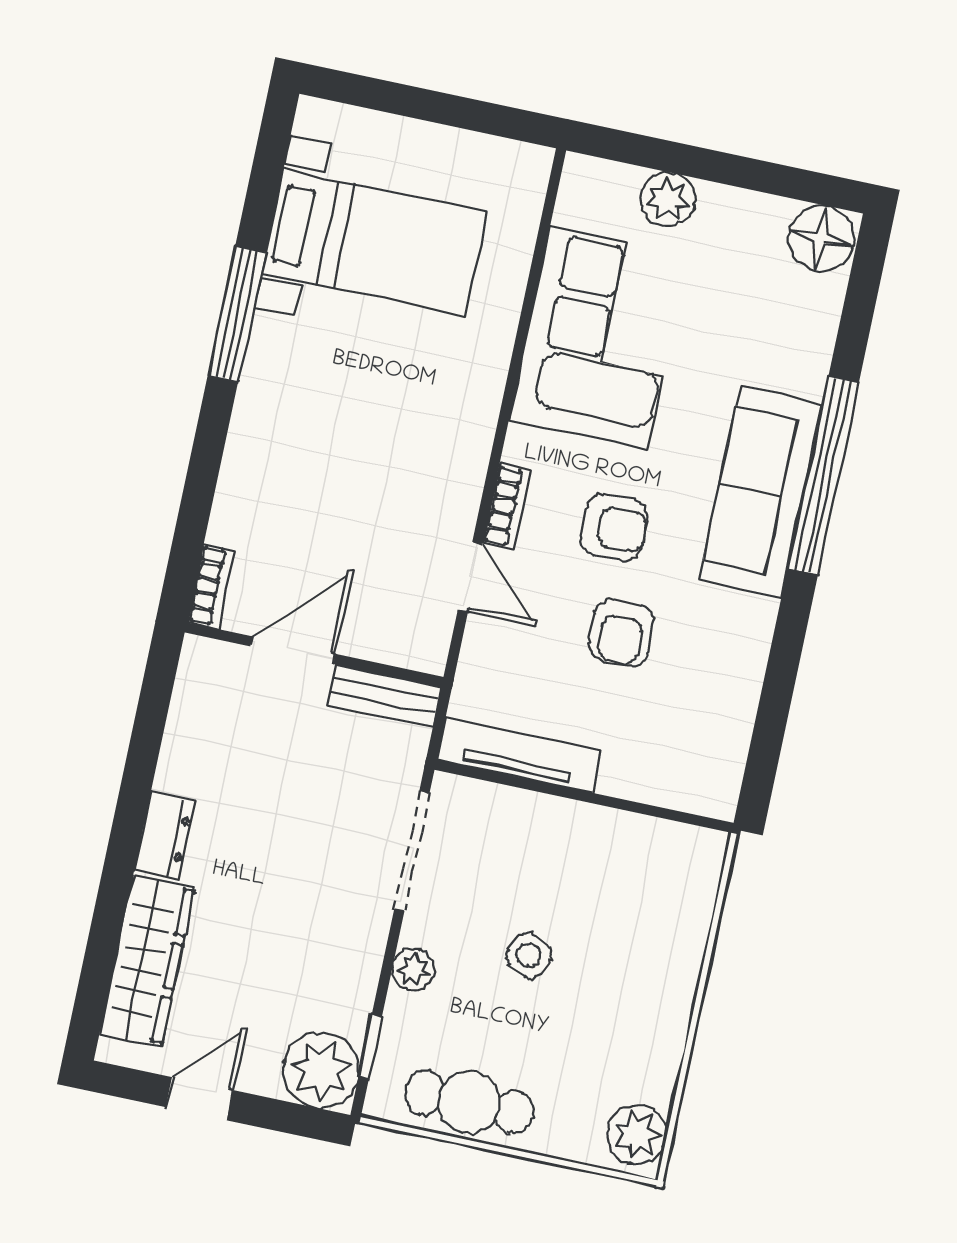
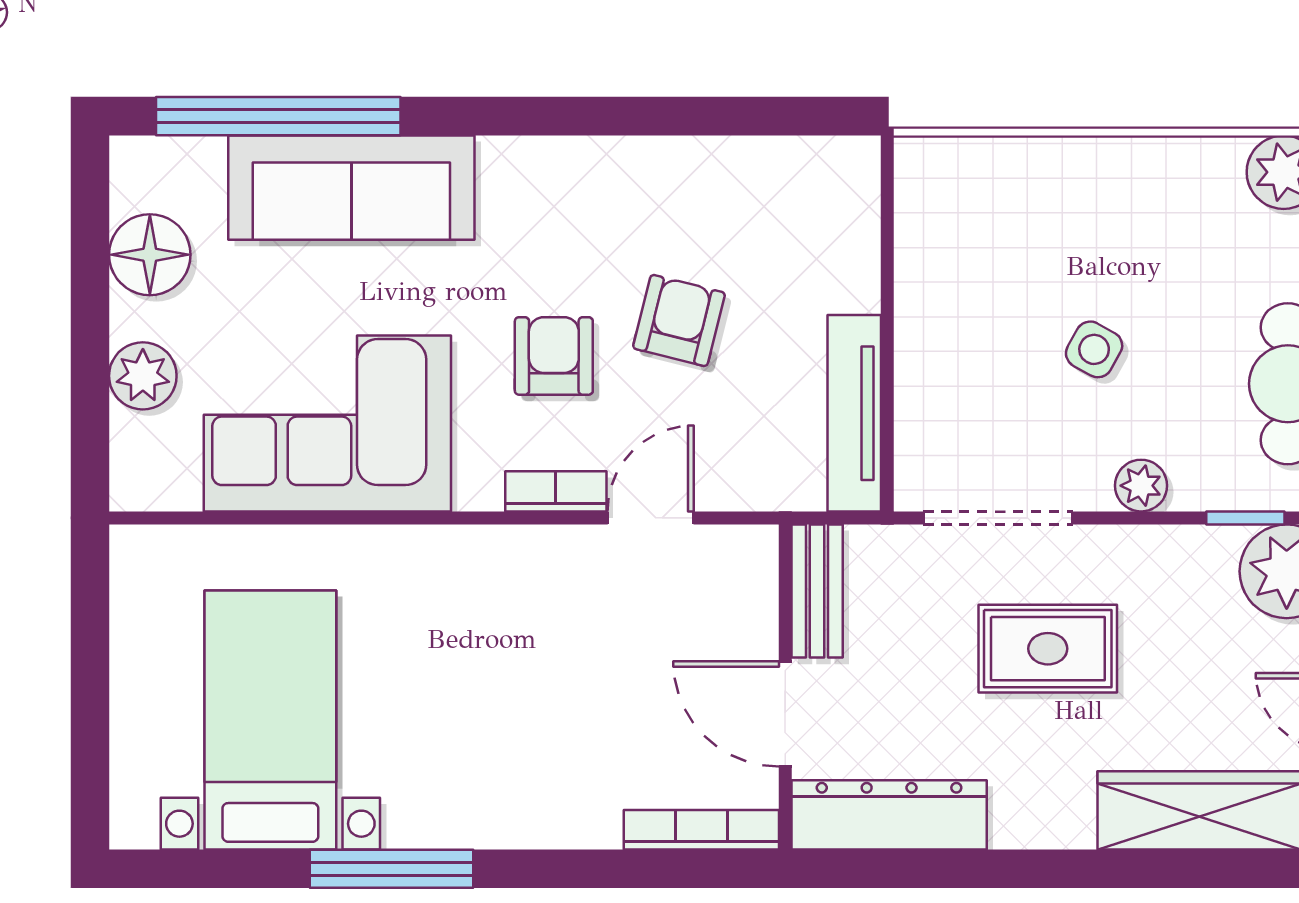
floor lamp: (821, 238) -> (150, 255), moved
window: (823, 475) -> (278, 116), moved
sofa: (761, 492) -> (351, 188), moved
bookcase: (211, 587) -> (701, 830), width x1.56
armchair: (621, 632) -> (679, 321), turned -76
dresser: (165, 836) -> (889, 815), moved, width x1.96, depth x1.24
rug: (300, 868) -> (1048, 649), added

